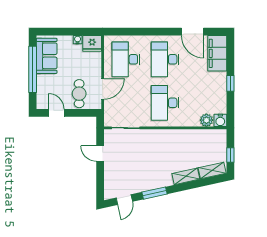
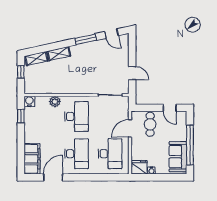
door: (192, 32) -> (53, 177), hinge flipped
window: (230, 83) -> (21, 116), moved
plant: (206, 120) -> (55, 102), moved
door: (124, 200) -> (111, 34), swing flipped

